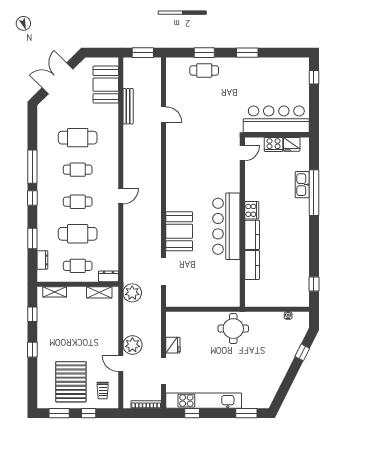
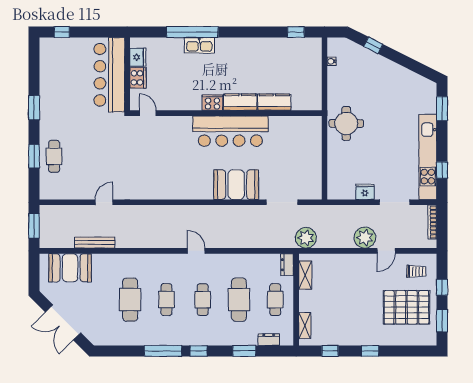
kitchen sink: (302, 185) -> (199, 45), moved

